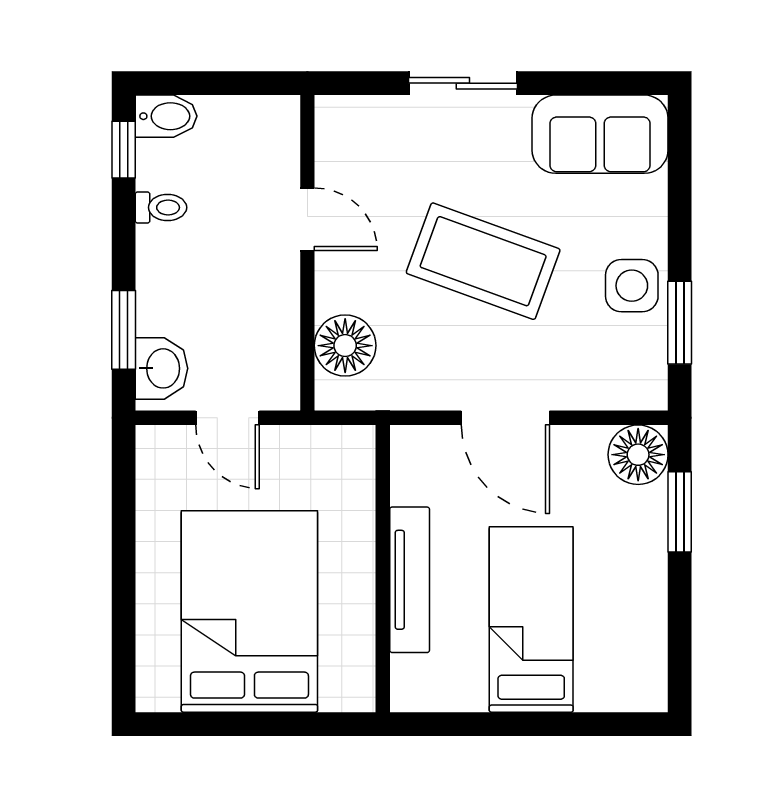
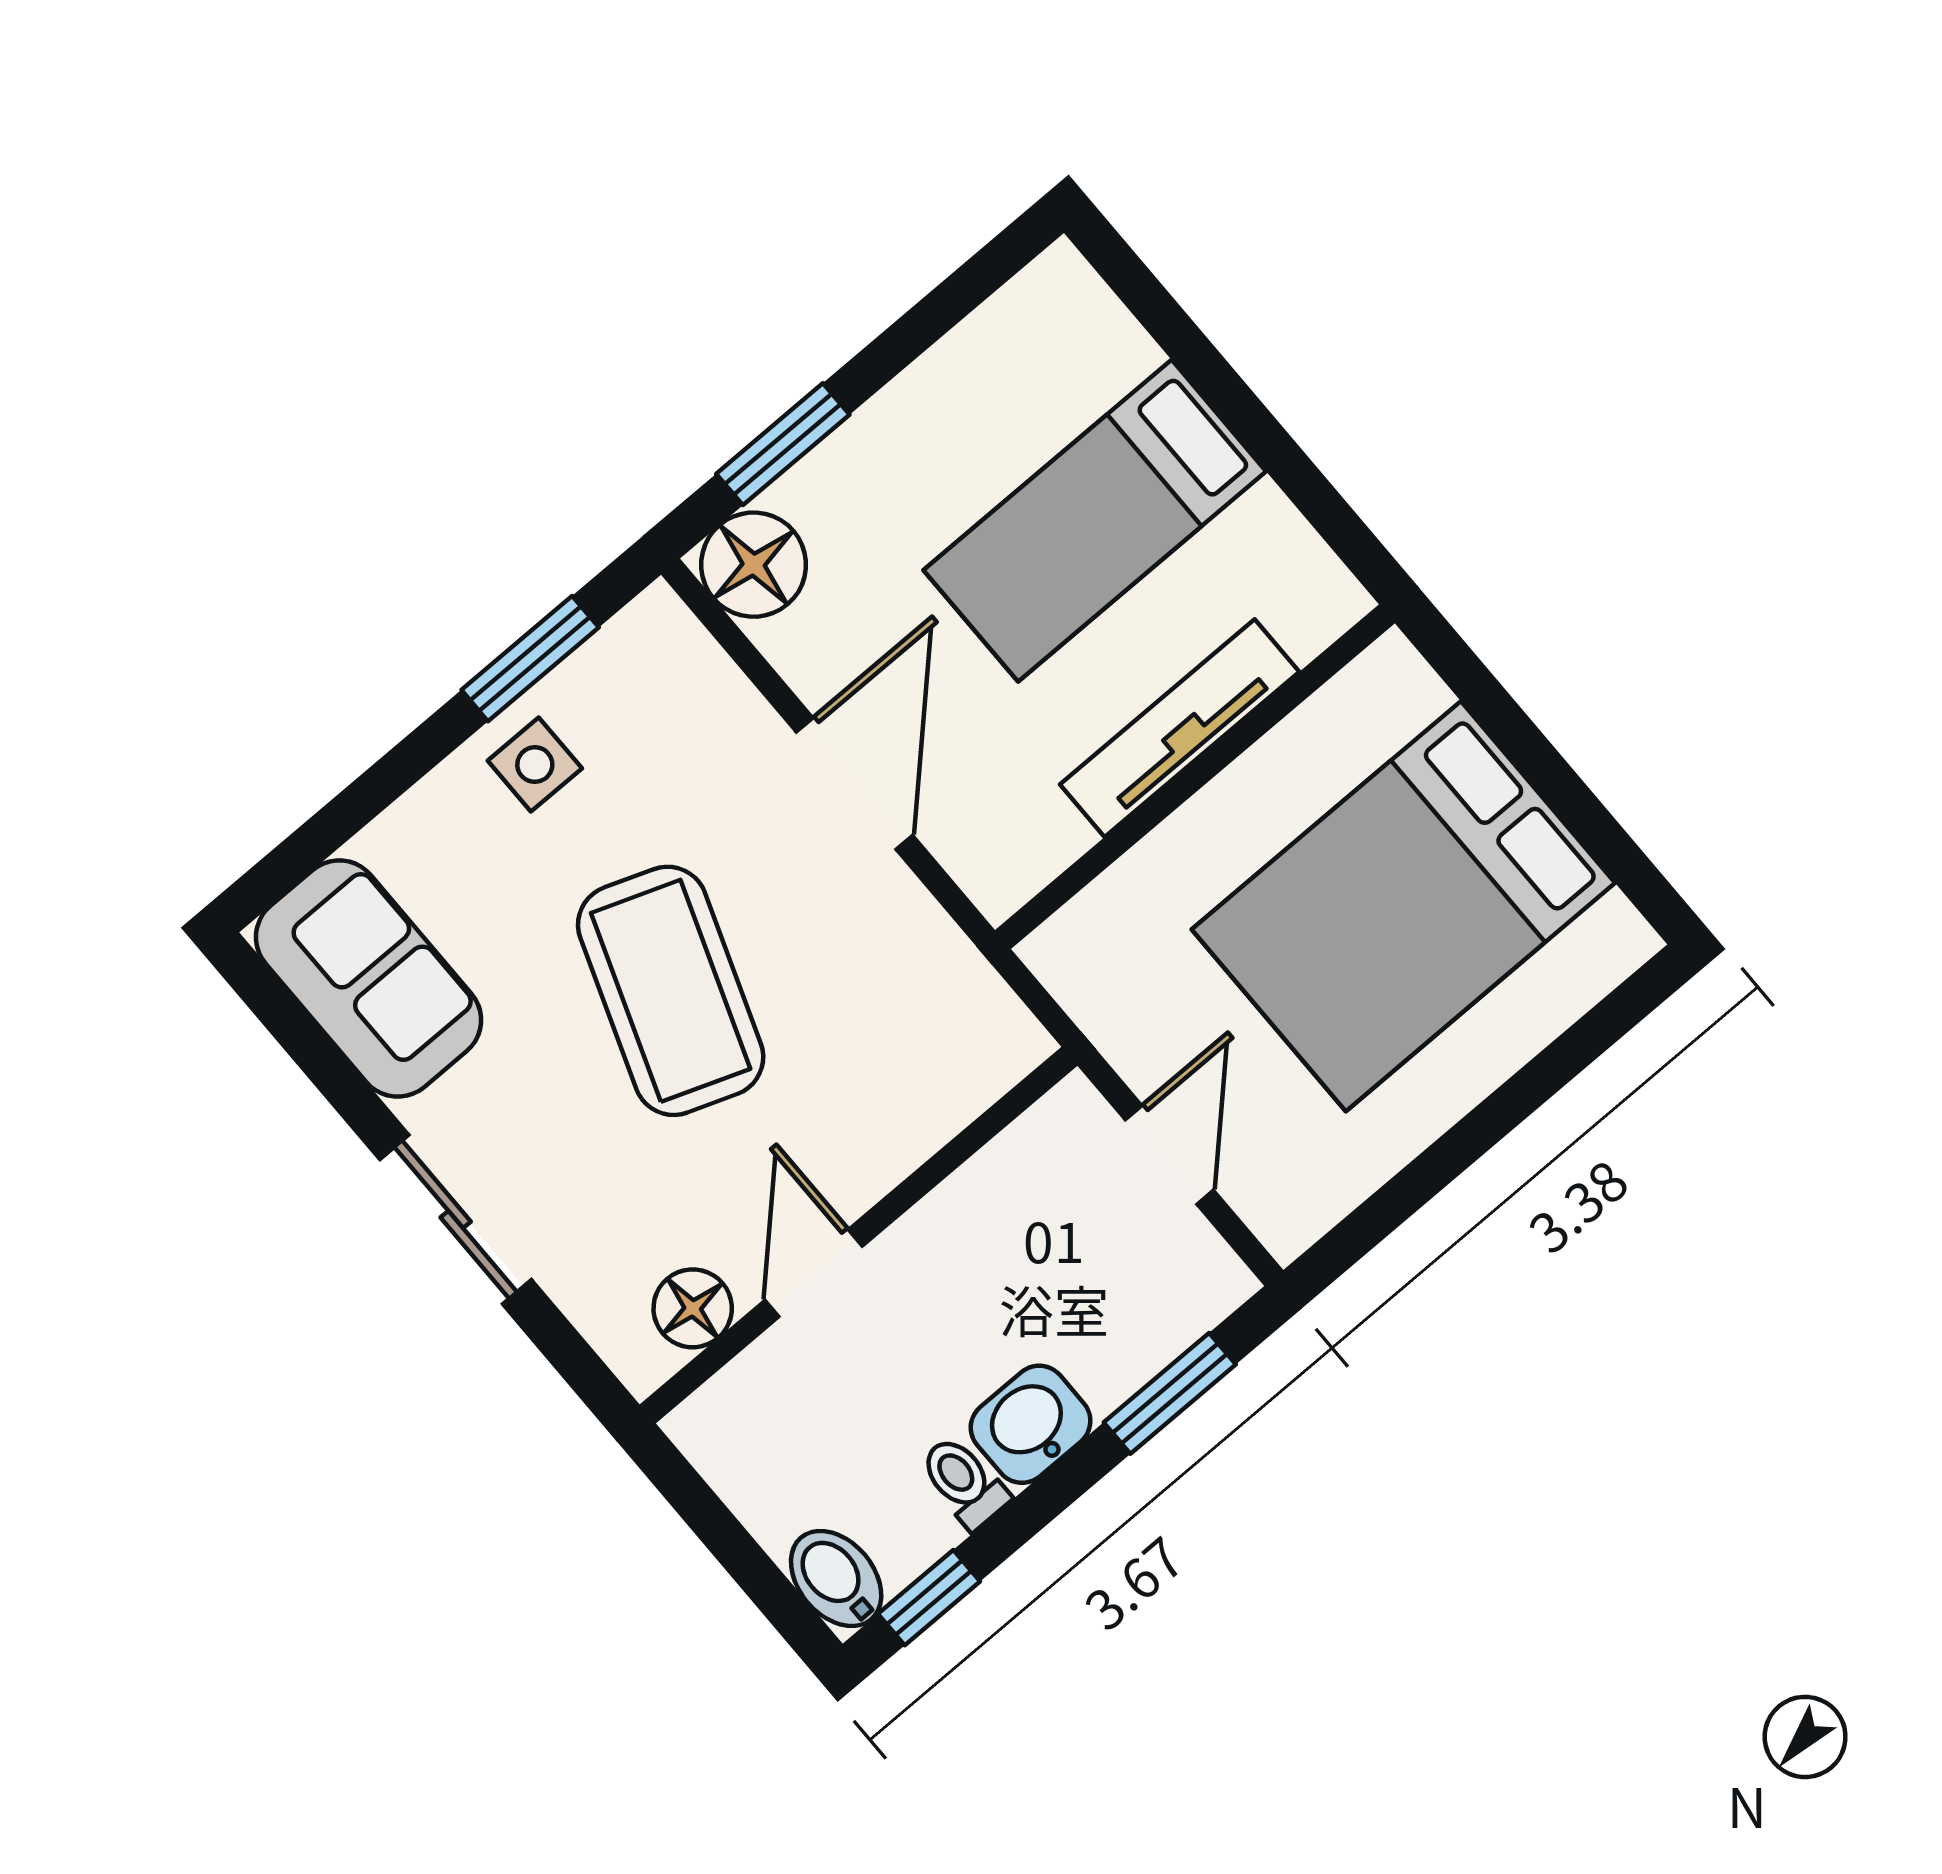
side table: (632, 286) -> (535, 765), width x0.73, depth x0.73
floor lamp: (345, 346) -> (693, 1308), moved, width x0.73, depth x0.73
washbasin: (162, 368) -> (1031, 1424), moved

